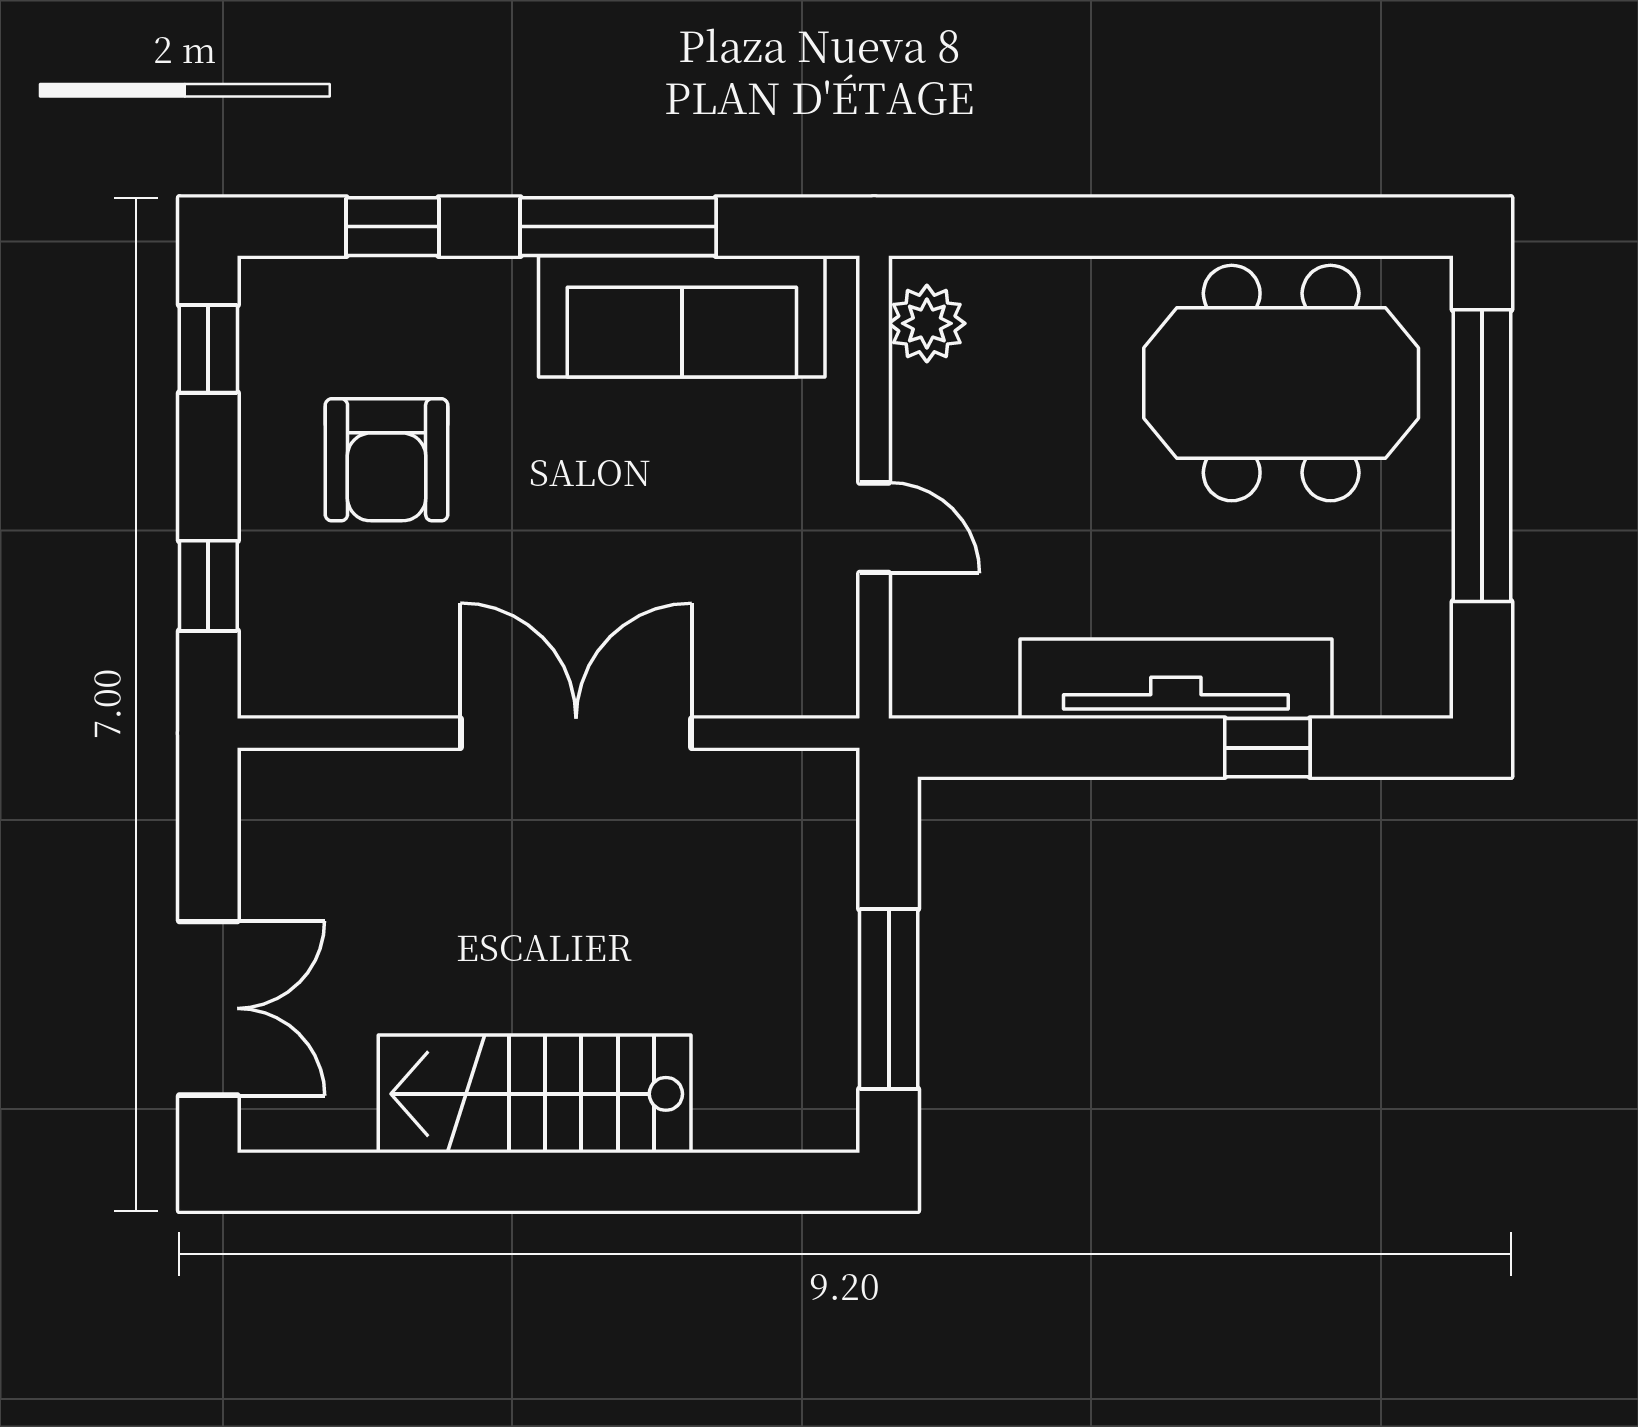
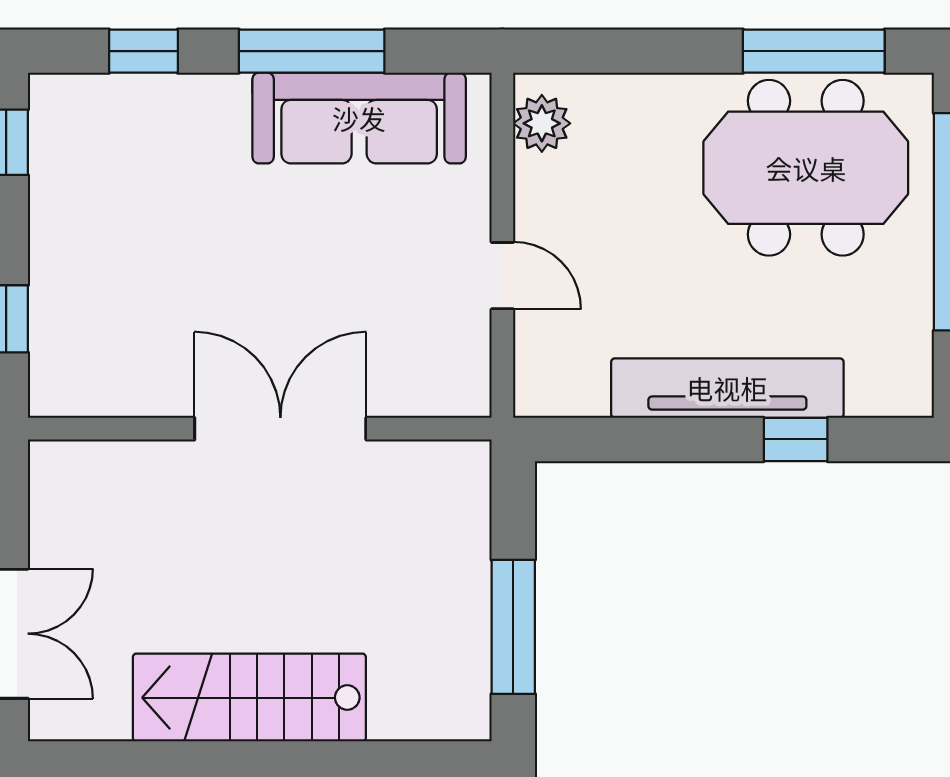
window: (1292, 227) -> (814, 51), added
armchair: (387, 460) -> (139, 225), removed

